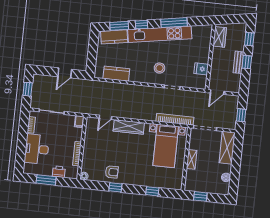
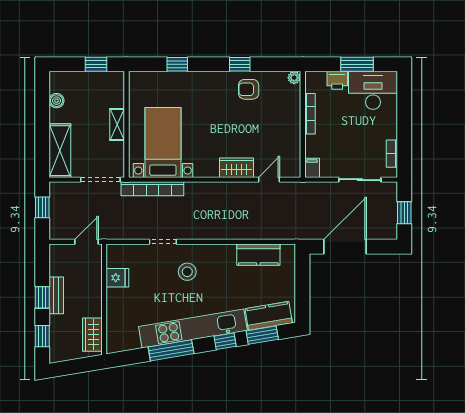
door: (65, 73) -> (345, 247), width x1.87
wardrobe: (129, 127) -> (236, 168), width x0.67
desk: (37, 149) -> (373, 90), moved, turned -90

